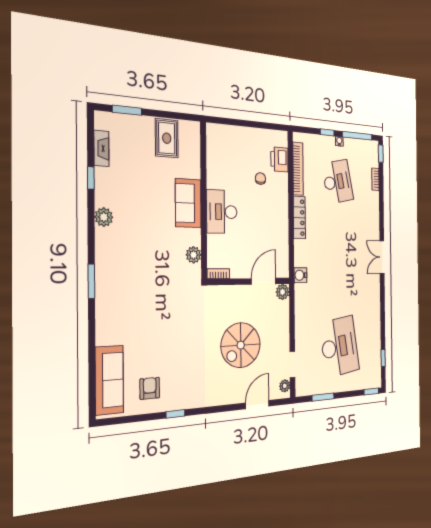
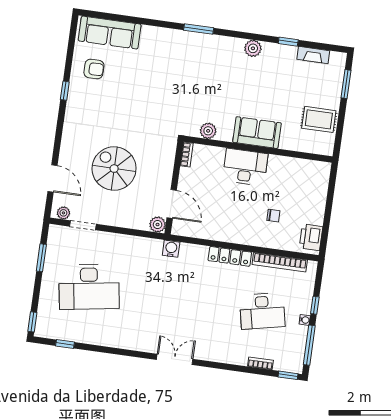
printer: (279, 159) -> (311, 237), moved, turned -90

